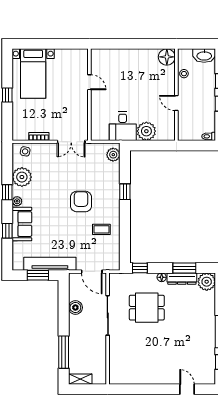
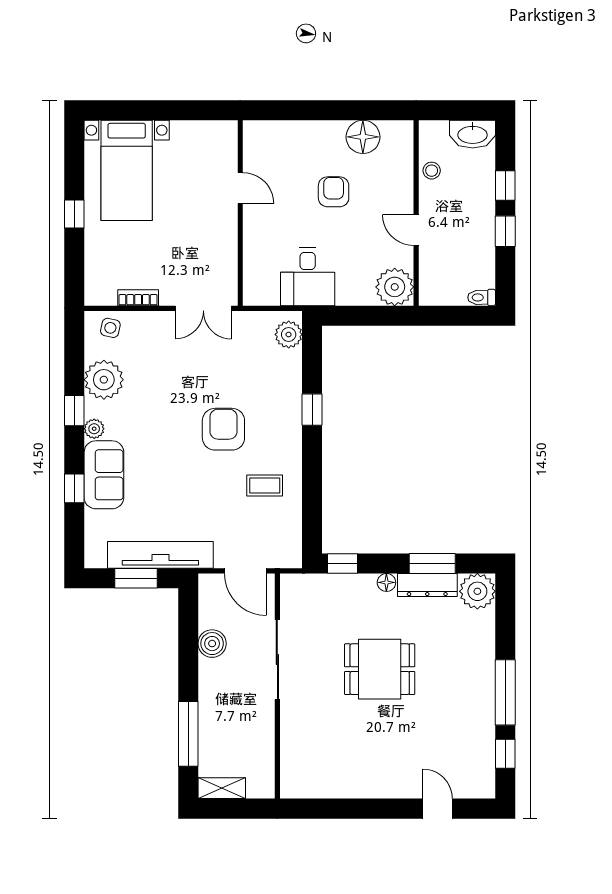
floor lamp: (167, 57) -> (363, 137), moved
armchair: (136, 84) -> (334, 192), added
plant: (146, 131) -> (395, 287), moved
dining table: (147, 308) -> (380, 669), moved

